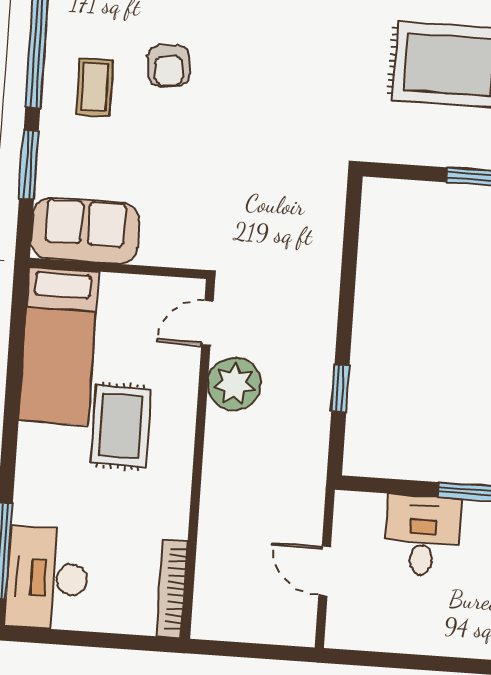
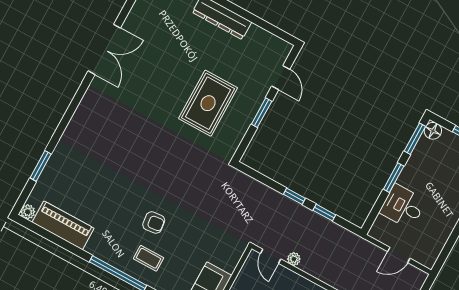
window: (345, 316) -> (294, 196), added
plant: (234, 384) -> (294, 259), width x0.53, depth x0.53

